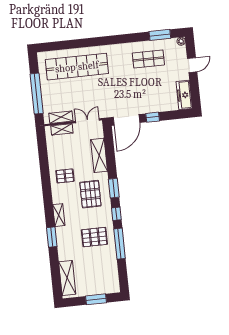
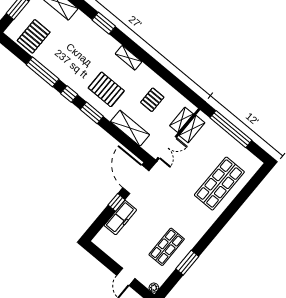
window: (160, 35) -> (187, 263), moved
shop shelf: (77, 67) -> (219, 184), width x0.71
freezer: (184, 95) -> (120, 218), moved, turned 90
pallet: (65, 176) -> (152, 100), moved
shelving: (59, 215) -> (129, 58), moved
pallet: (94, 237) -> (34, 36), moved

